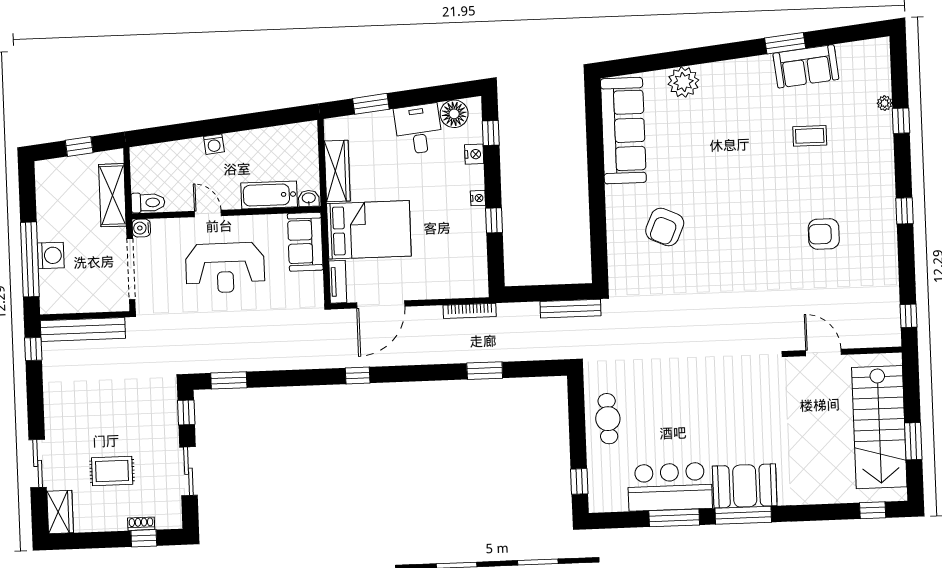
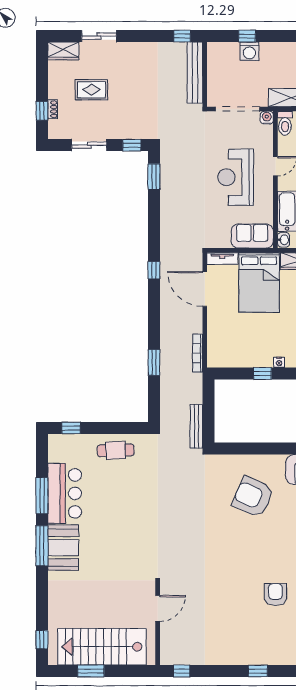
armchair: (665, 227) -> (253, 497), width x1.36, depth x1.36
armchair: (824, 234) -> (275, 595), moved
window: (30, 259) -> (247, 36), width x0.32
rug: (112, 471) -> (92, 90), turned 90

